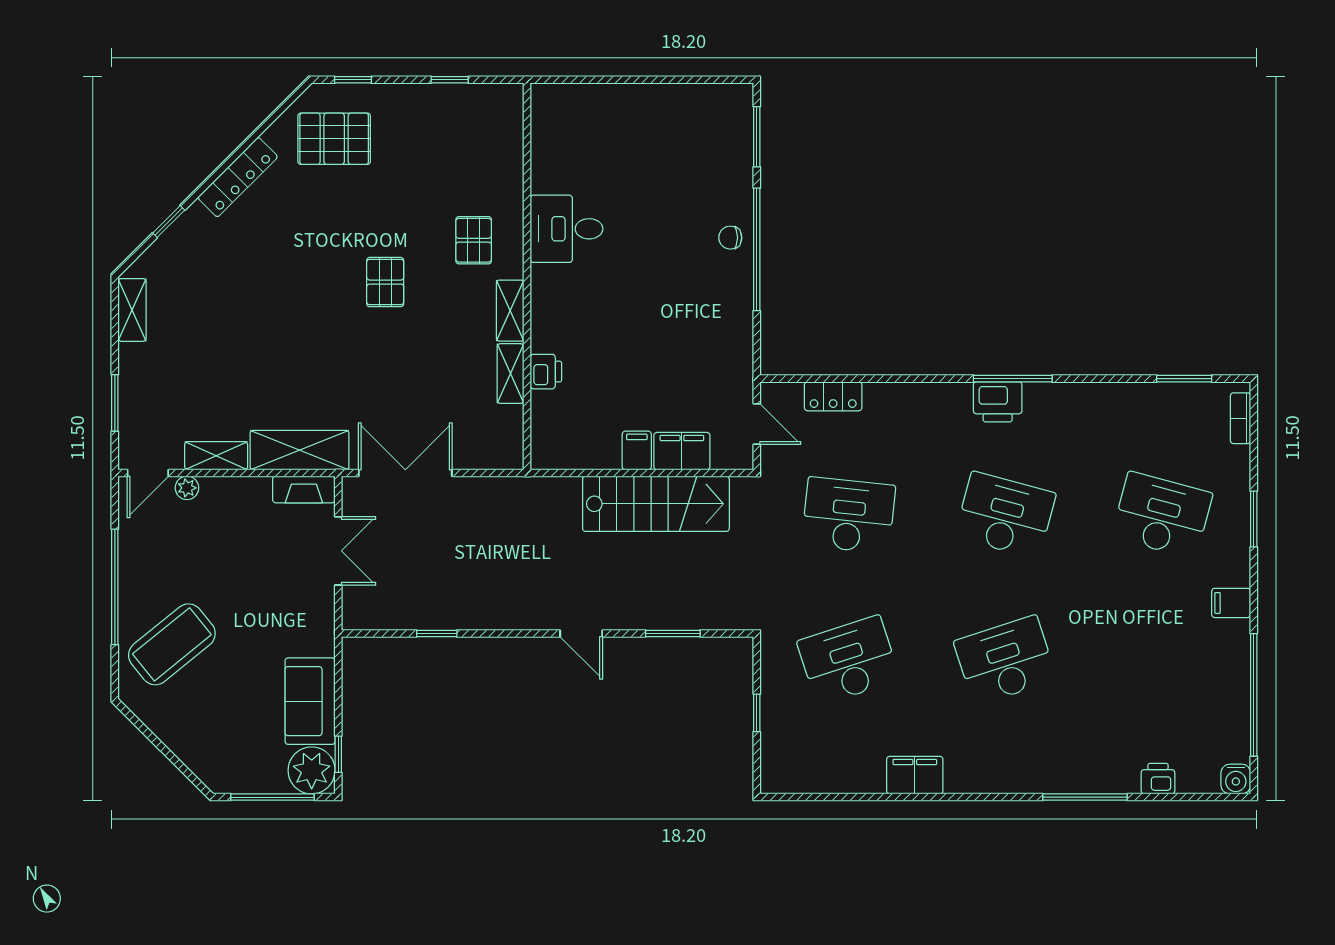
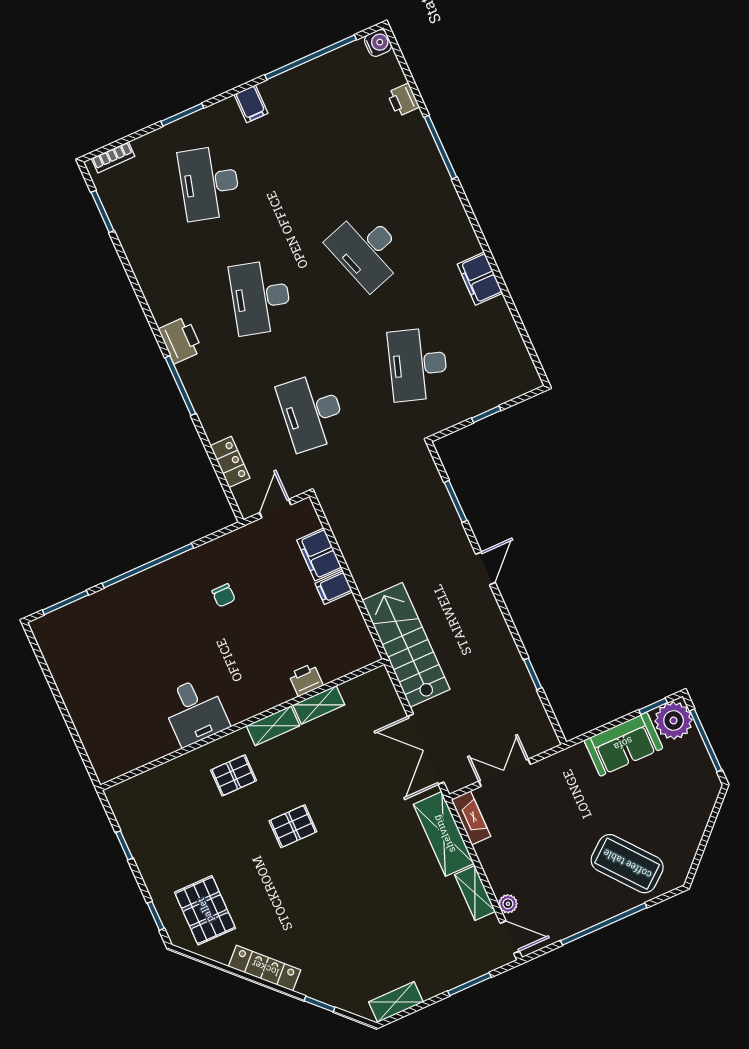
chair: (730, 238) -> (224, 595), moved
window: (1013, 379) -> (180, 386), moved
stairs: (656, 504) -> (406, 645), moved
desk: (849, 660) -> (418, 364), turned 36

